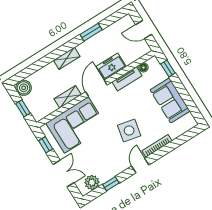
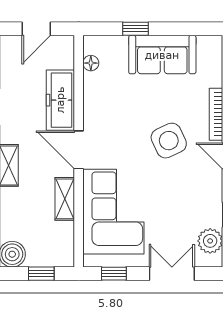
freezer: (111, 66) -> (60, 100), width x1.40
window: (168, 69) -> (136, 29), moved
tv unit: (127, 79) -> (92, 97), removed
side table: (129, 130) -> (169, 141), turned -37

